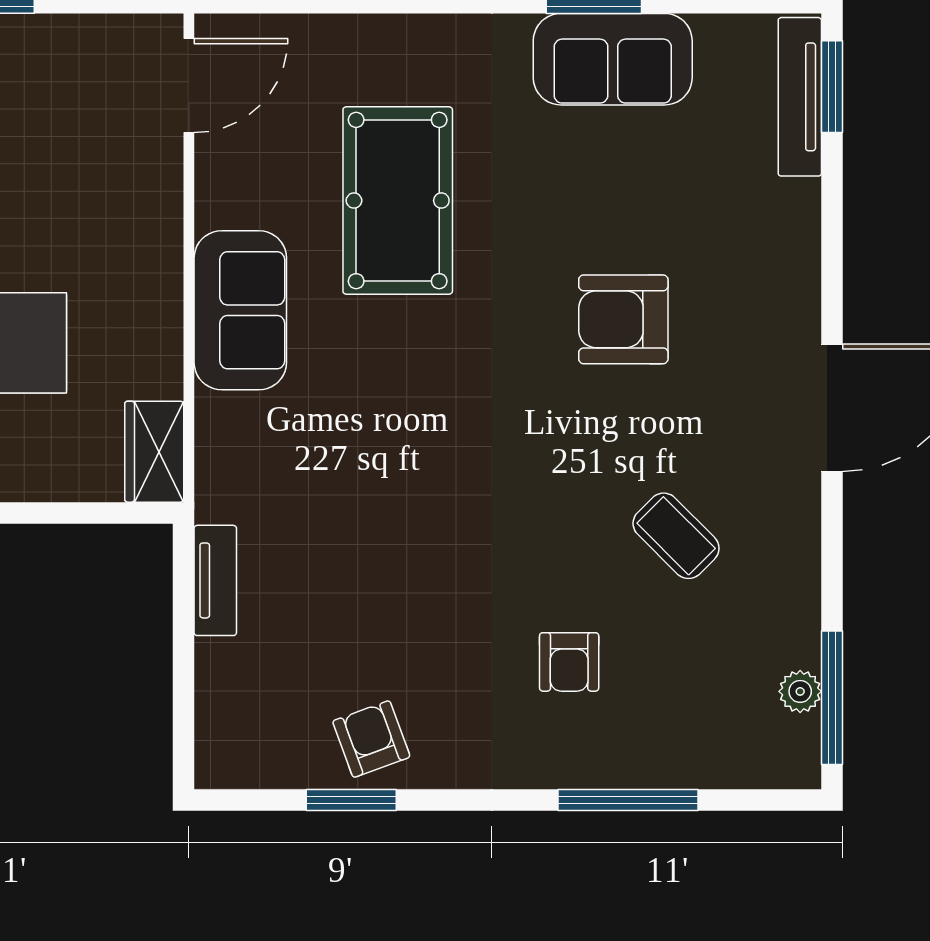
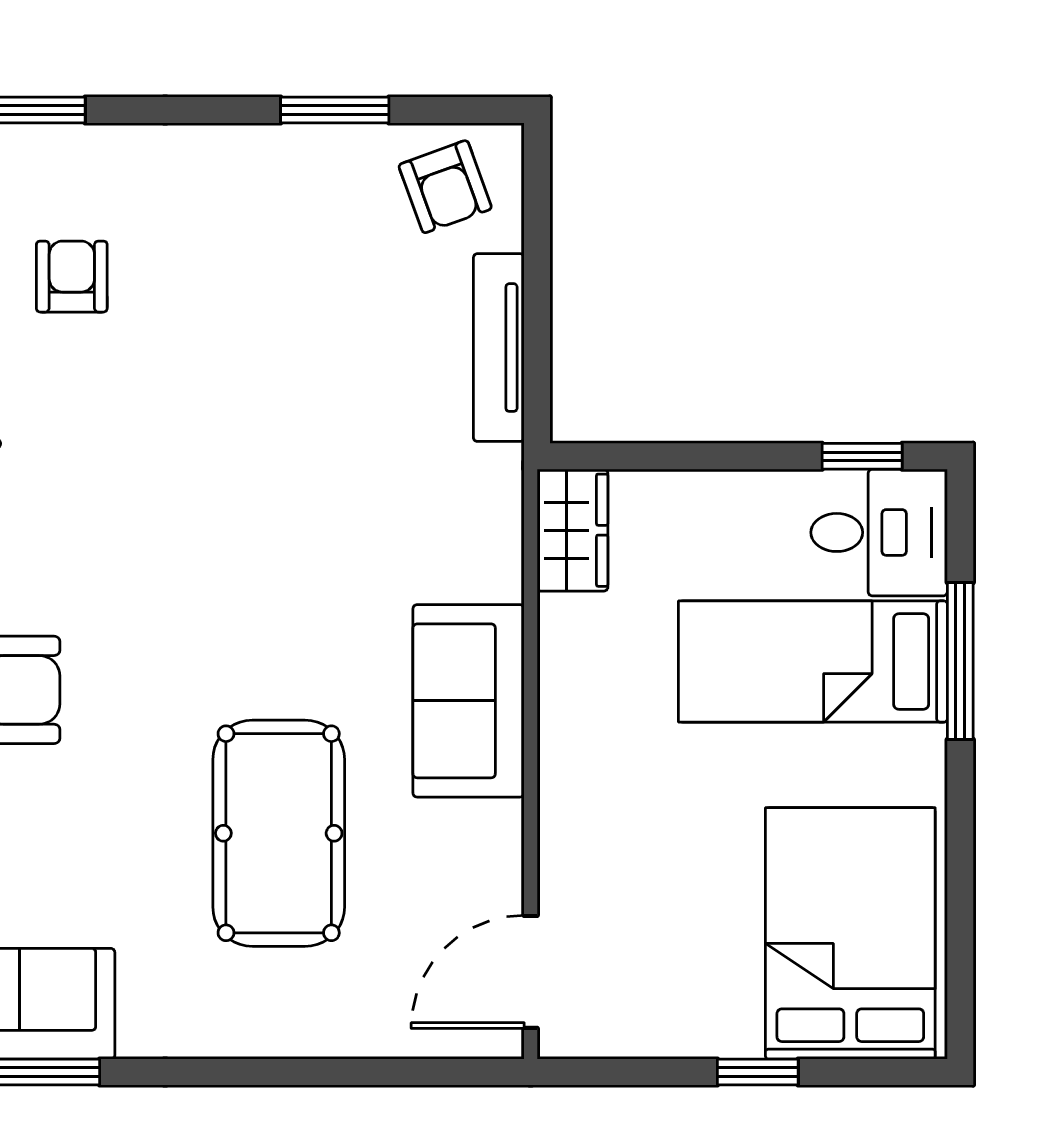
tv unit: (215, 580) -> (499, 348), width x1.41
armchair: (371, 739) -> (445, 187), moved

